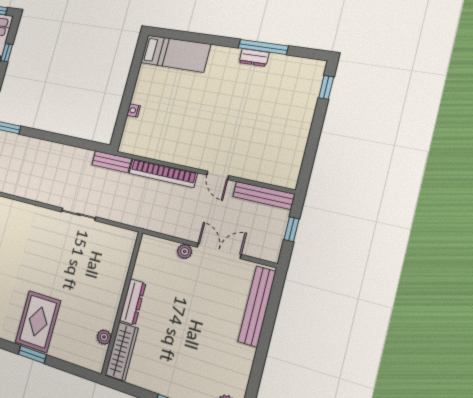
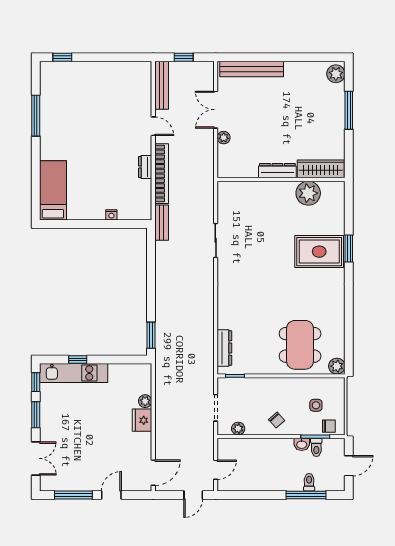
dresser: (254, 57) -> (145, 167), moved, turned 180
door: (218, 175) -> (153, 126), hinge flipped
plant: (104, 337) -> (308, 193), width x1.87, depth x1.87

